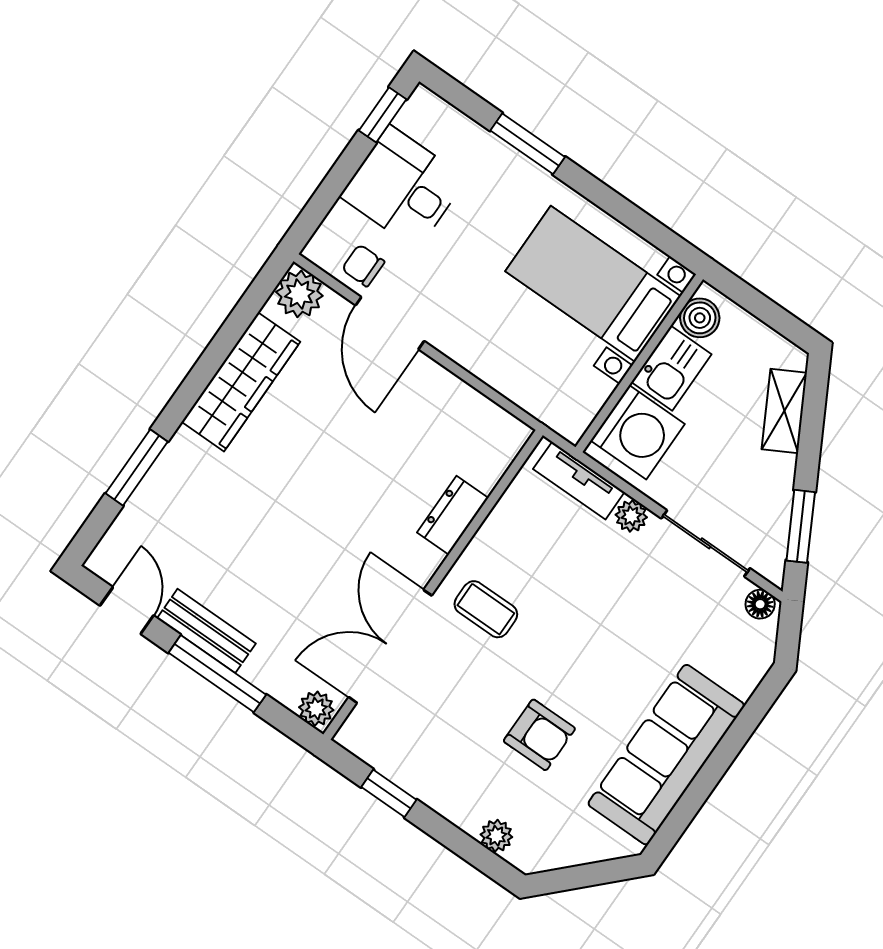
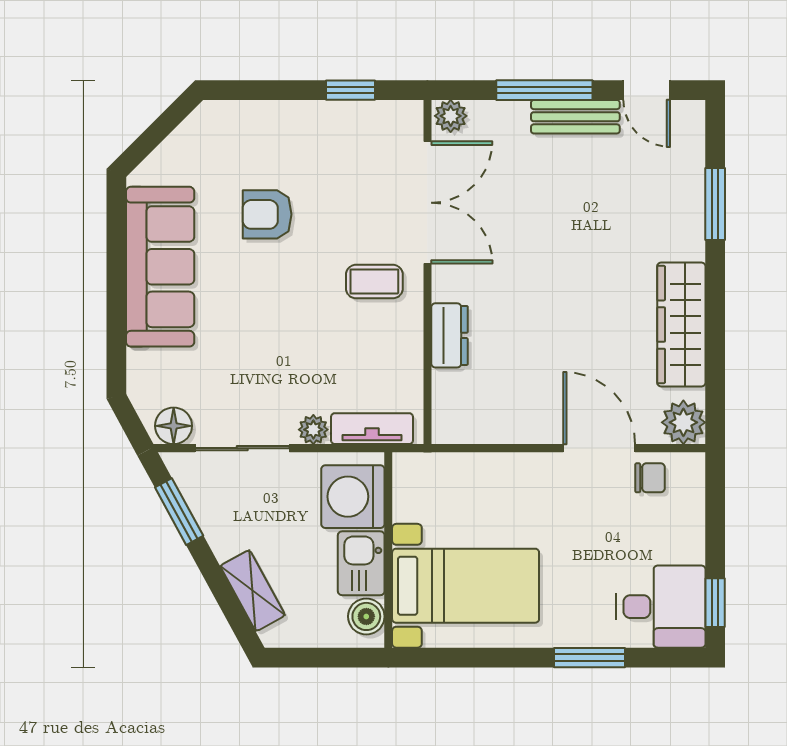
desk: (403, 187) -> (661, 607), moved
floor lamp: (760, 604) -> (174, 426), width x1.37, depth x1.37
plant: (496, 836) -> (246, 115), removed

